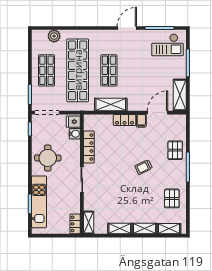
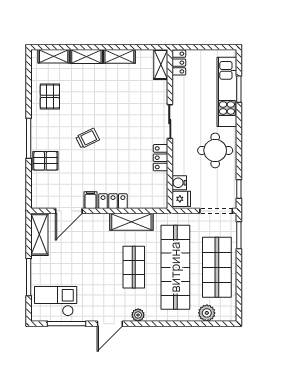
plant: (106, 34) -> (138, 315), added
shop shelf: (46, 70) -> (217, 267), width x1.43, depth x1.36
locker: (89, 147) -> (160, 158), width x0.66
pallet: (175, 150) -> (45, 161), turned 90

